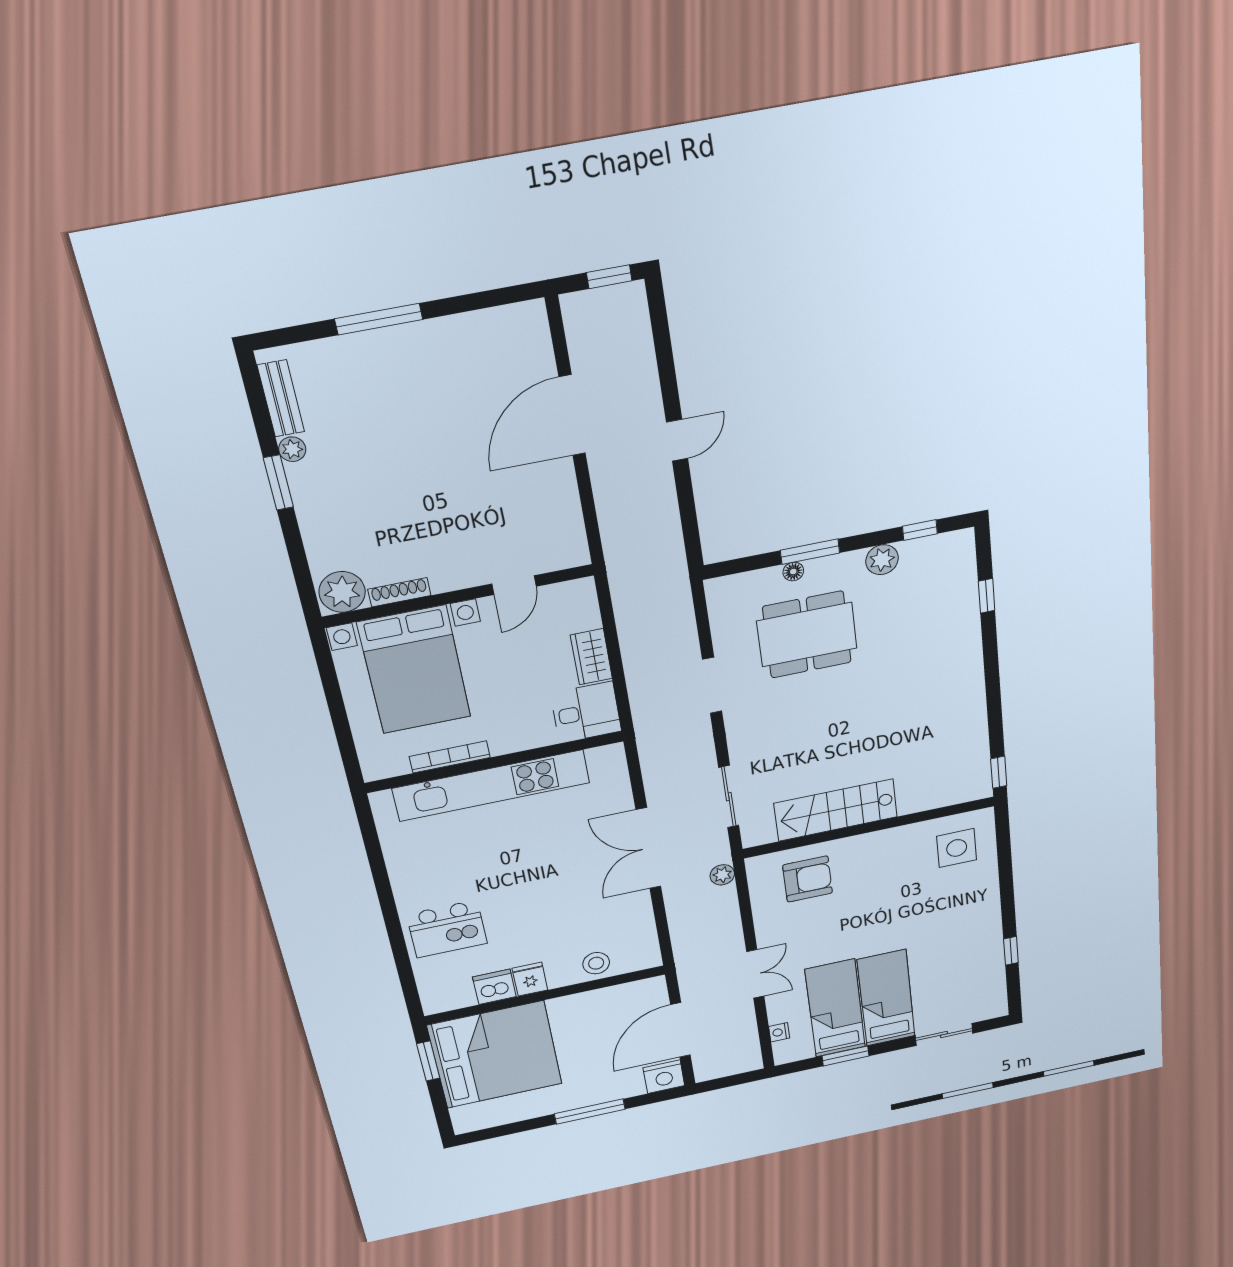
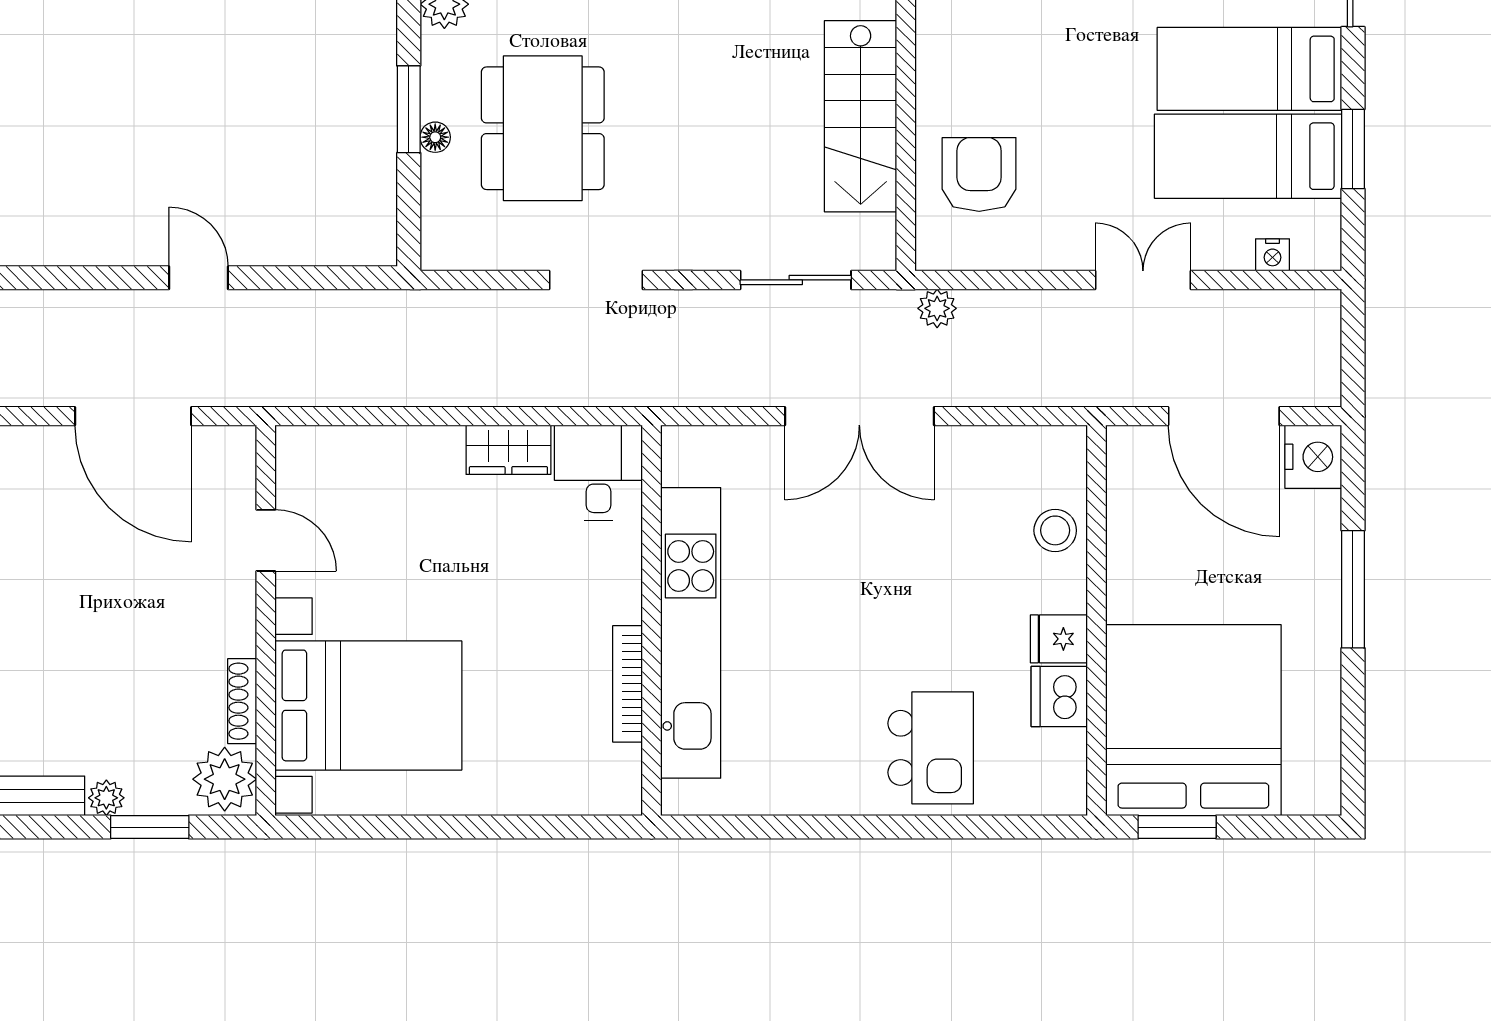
door: (514, 585) -> (266, 540), moved
plant: (342, 592) -> (225, 779), moved
shoe rack: (399, 592) -> (242, 701), moved
wall: (459, 596) -> (266, 620), moved
bed with nightstands: (414, 670) -> (368, 705), moved

